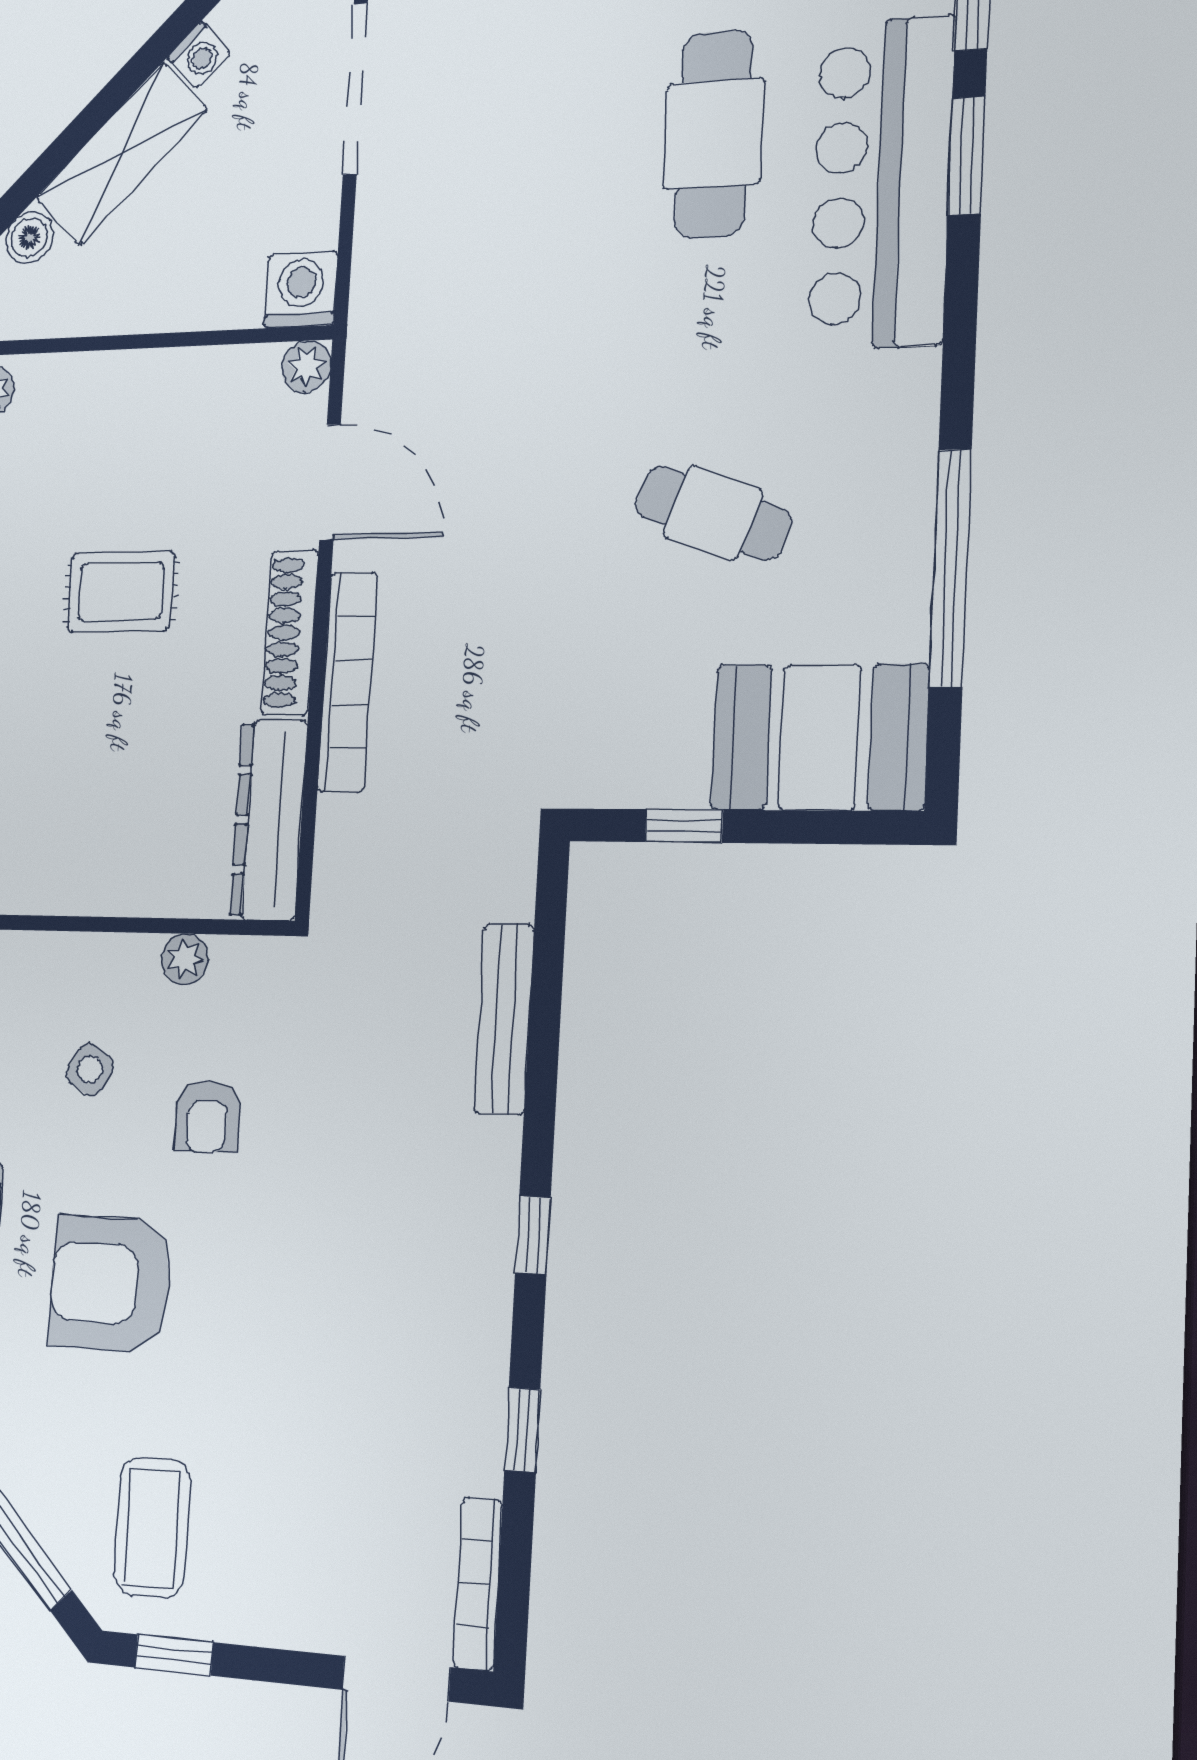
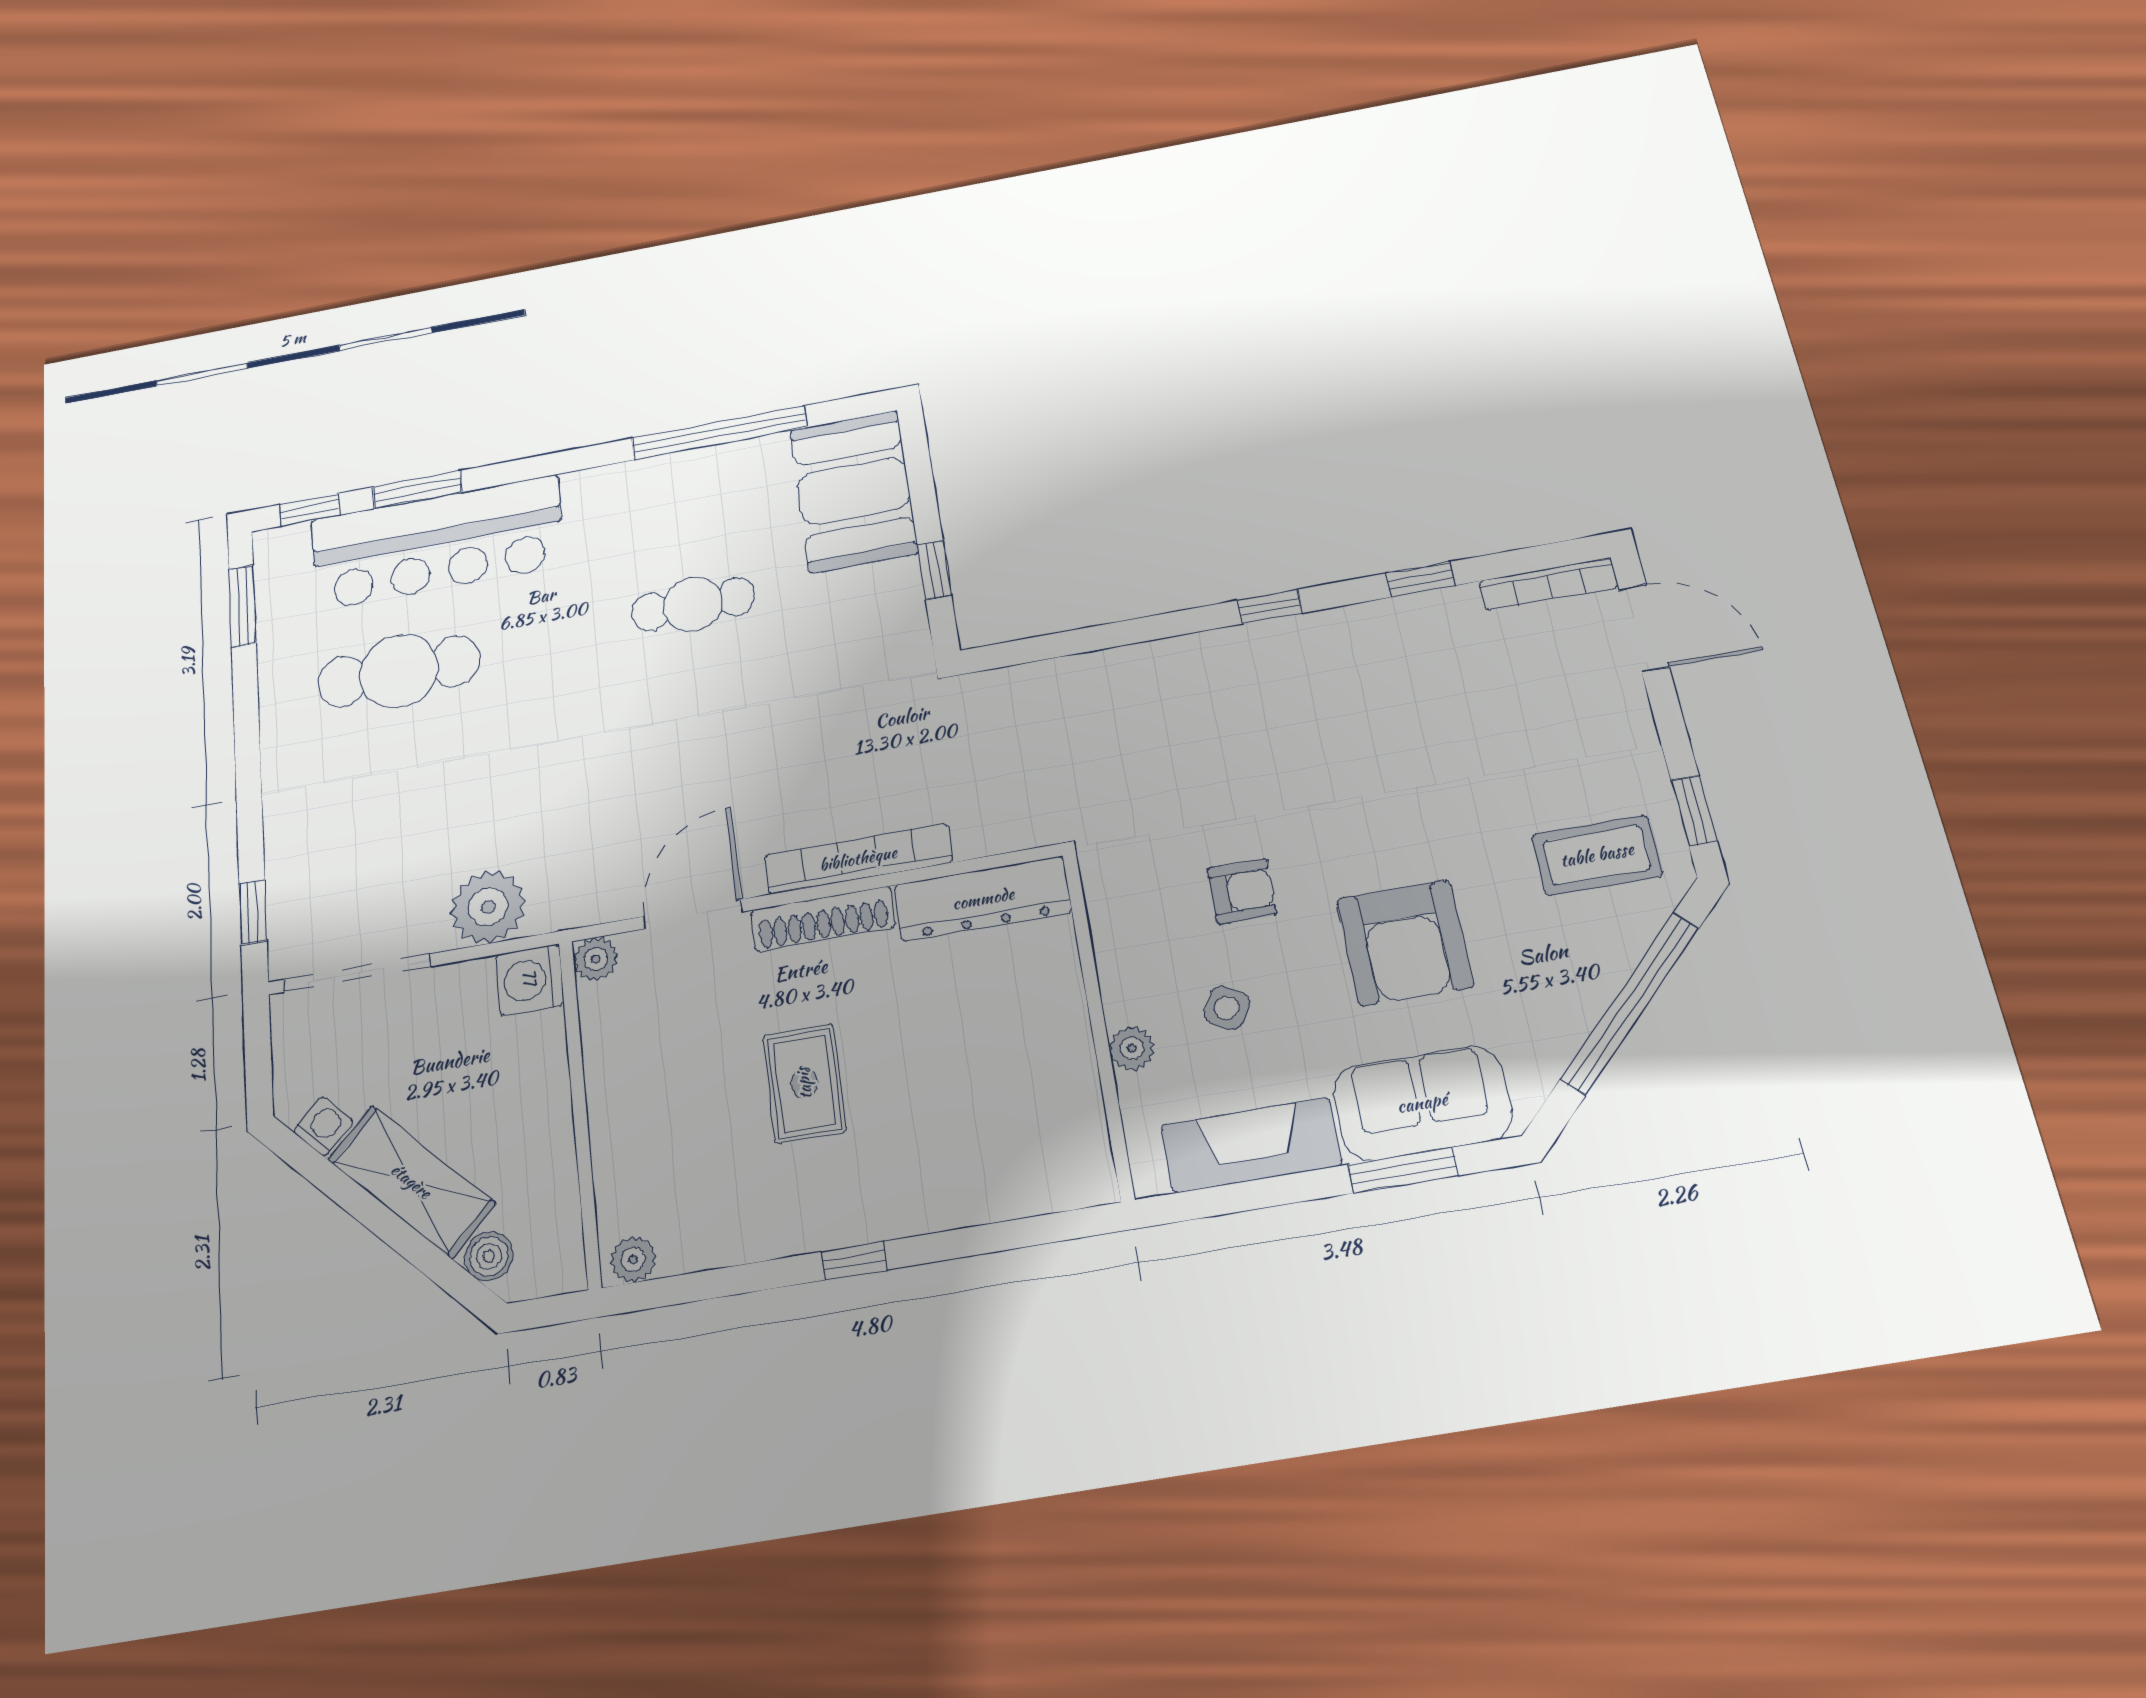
plant: (395, 243) -> (488, 907), added
cafe table: (713, 513) -> (693, 604), turned 70
plant: (185, 959) -> (1132, 1048), moved
bench: (504, 1019) -> (1108, 668), removed

